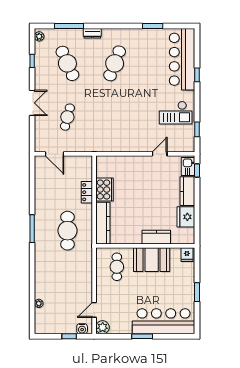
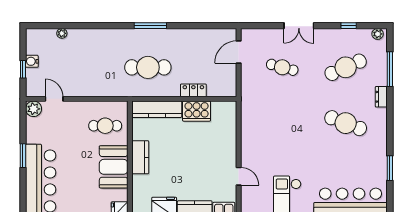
kitchen counter: (156, 237) -> (140, 157), moved
water cooler: (82, 329) -> (32, 61), moved

